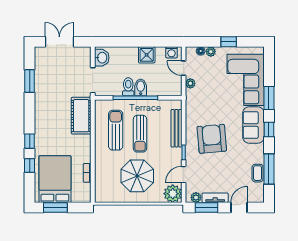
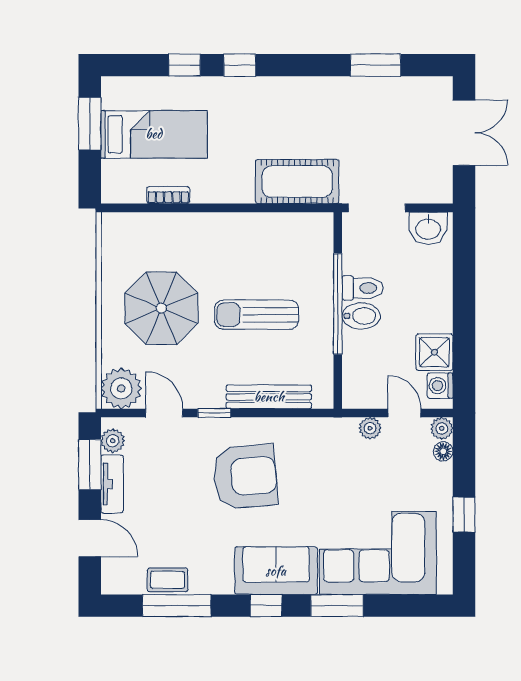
plant: (211, 52) -> (442, 428), moved
shower: (147, 55) -> (434, 352), moved
door: (184, 68) -> (404, 413), hinge flipped
sun lounger: (116, 130) -> (264, 260), removed
bed: (55, 179) -> (154, 134), width x0.67

